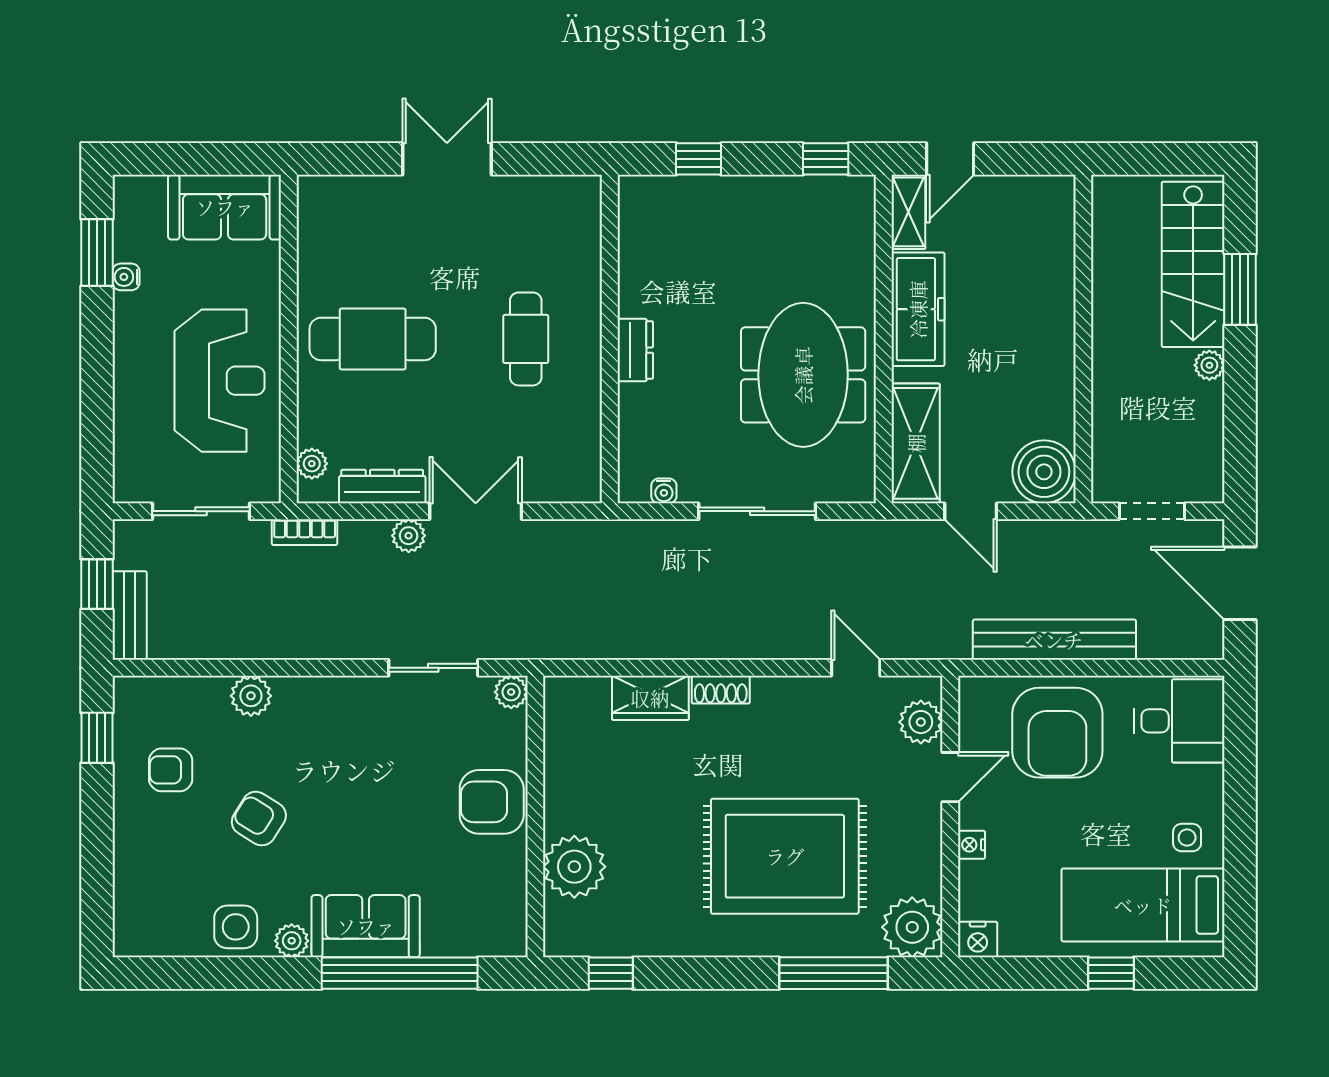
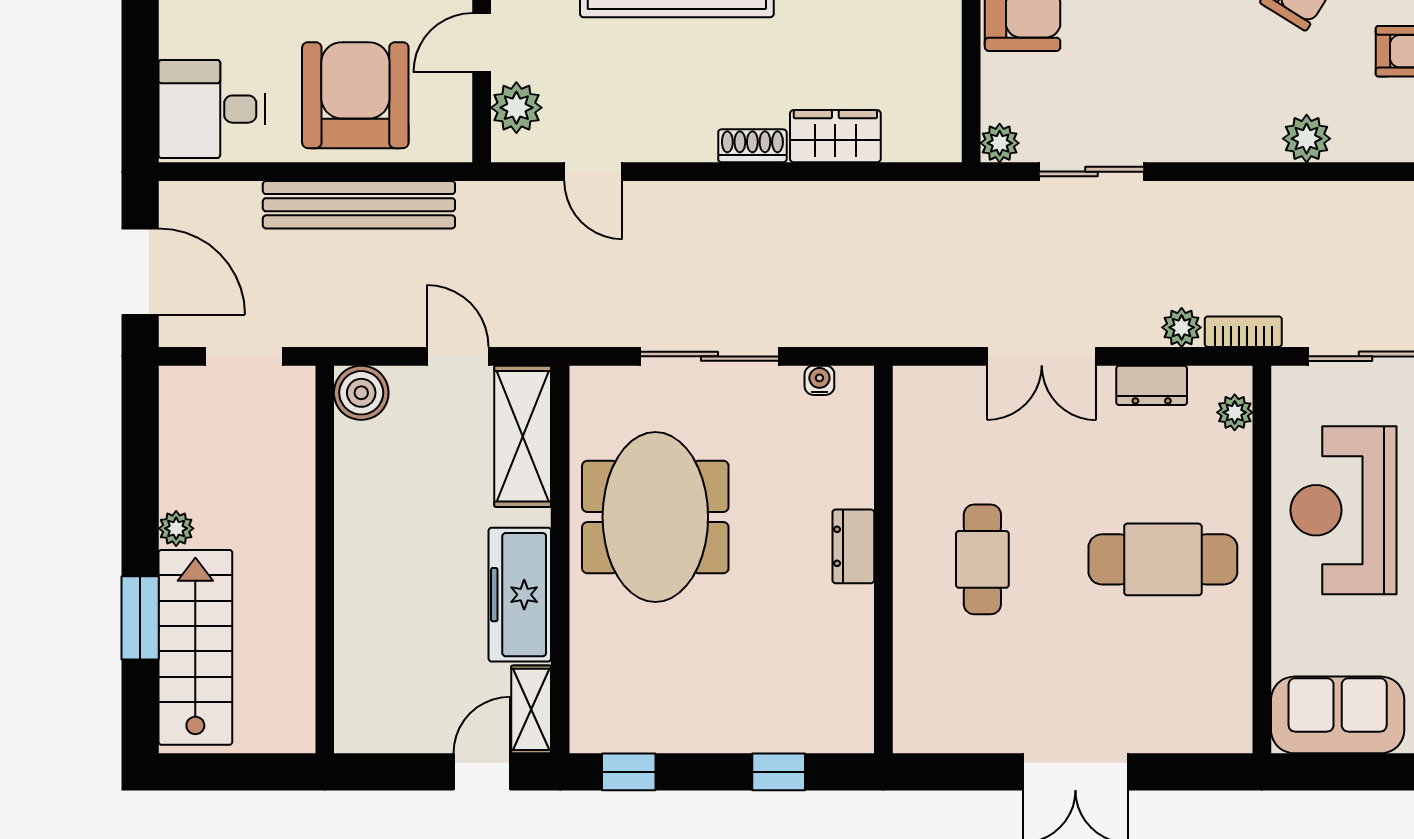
boiler: (1044, 472) -> (361, 393), width x0.73, depth x0.73
dresser: (382, 487) -> (1152, 385), width x0.70
plant: (409, 536) -> (1182, 327), moved

